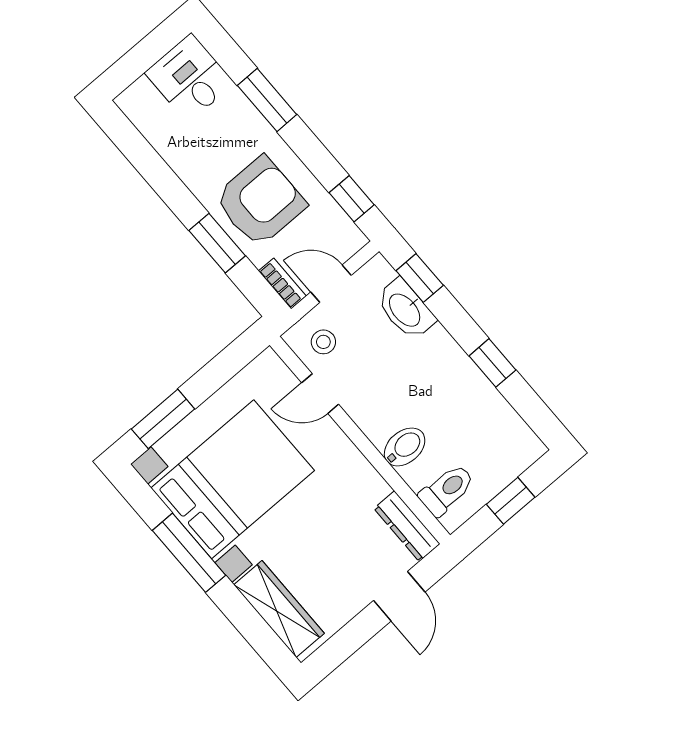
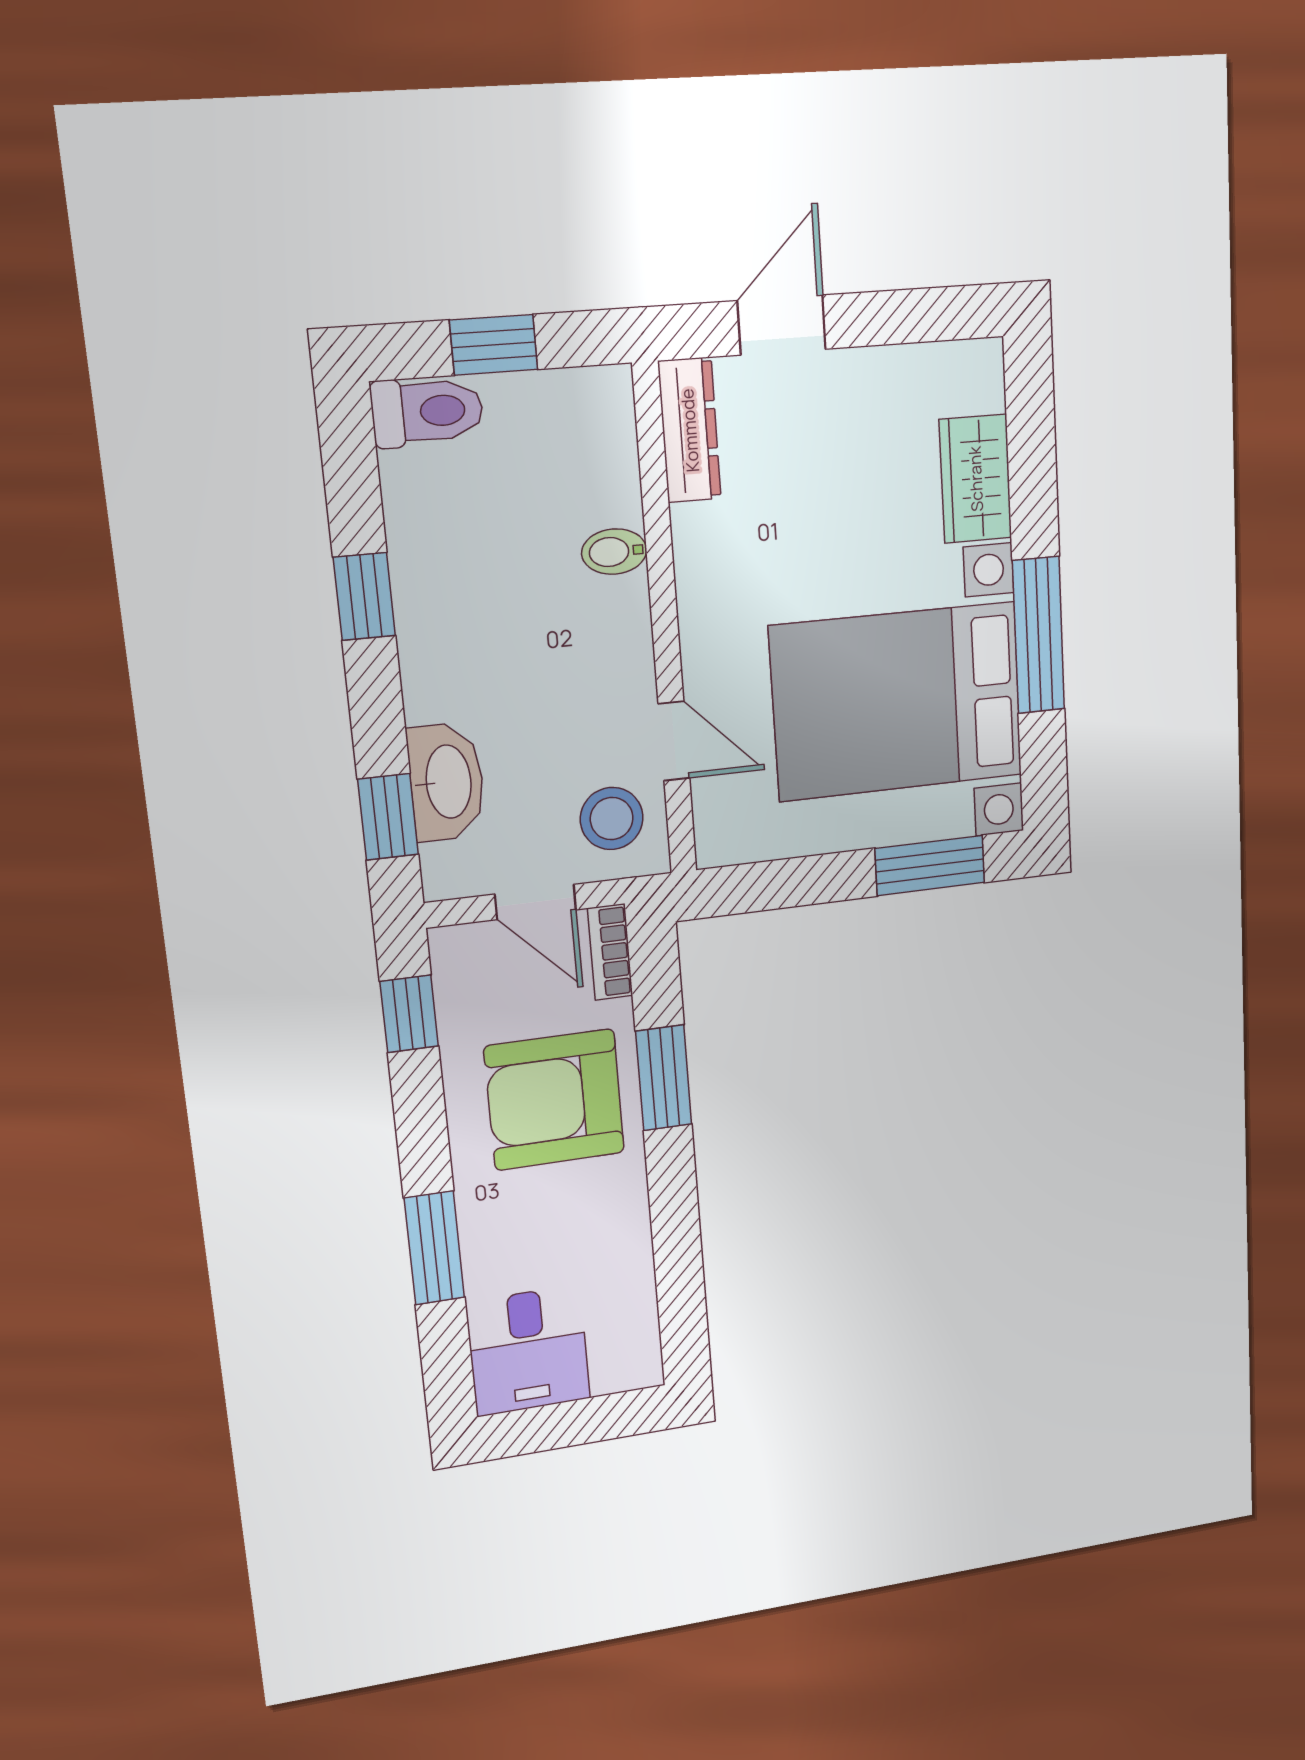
stool: (323, 342) -> (612, 819), width x1.37, depth x1.37
bidet: (405, 447) -> (614, 552), width x0.72, depth x0.74
toilet: (447, 490) -> (427, 411), moved, turned 180
wardrobe: (279, 609) -> (976, 479), width x0.67

